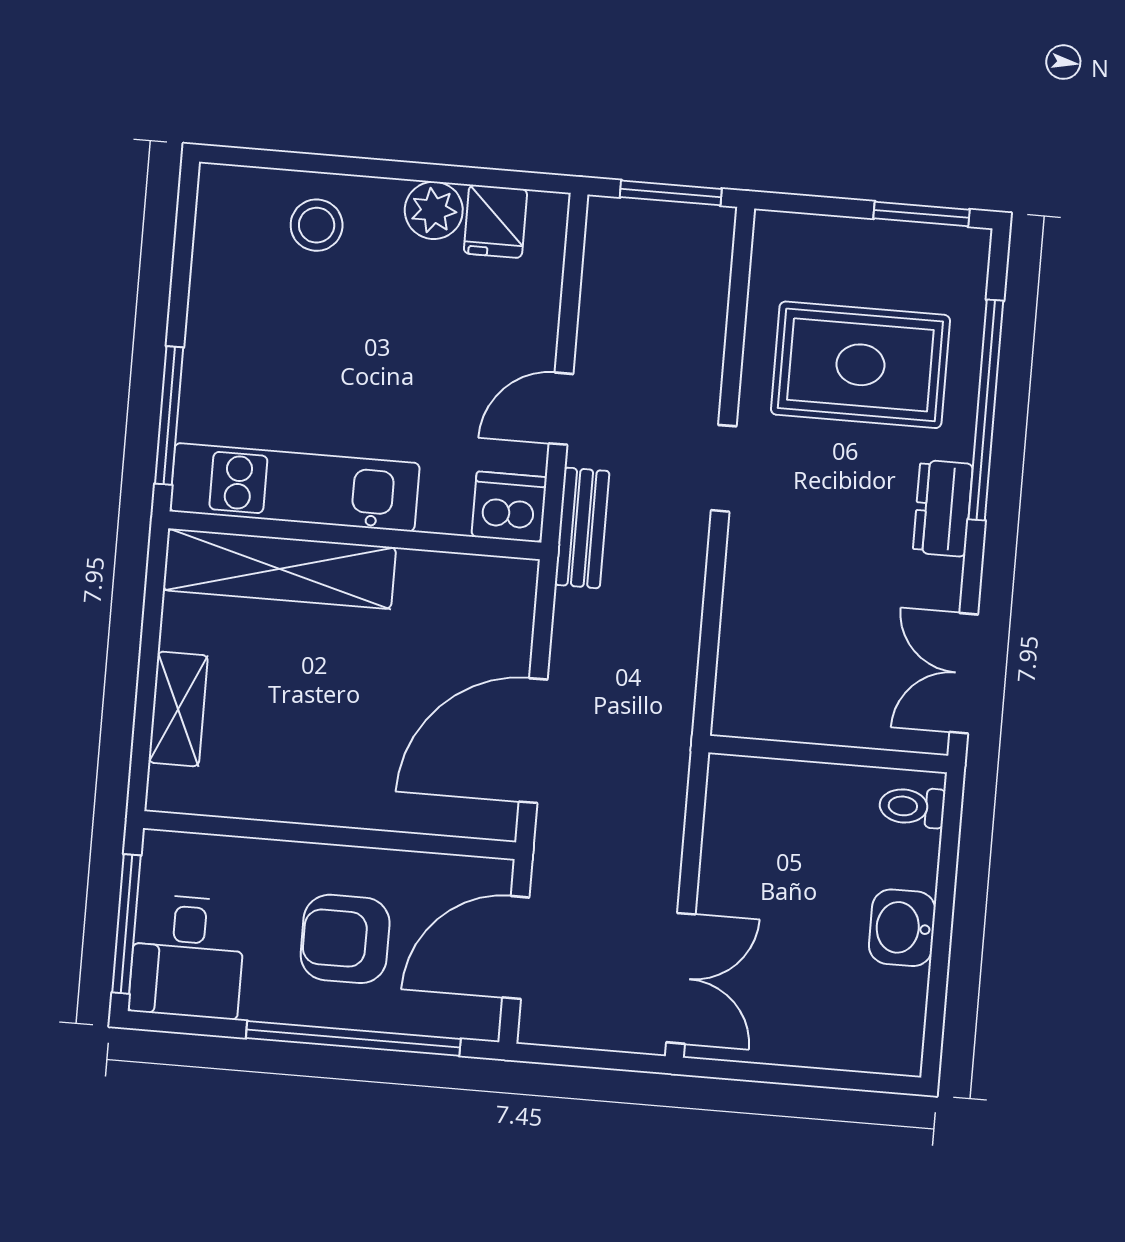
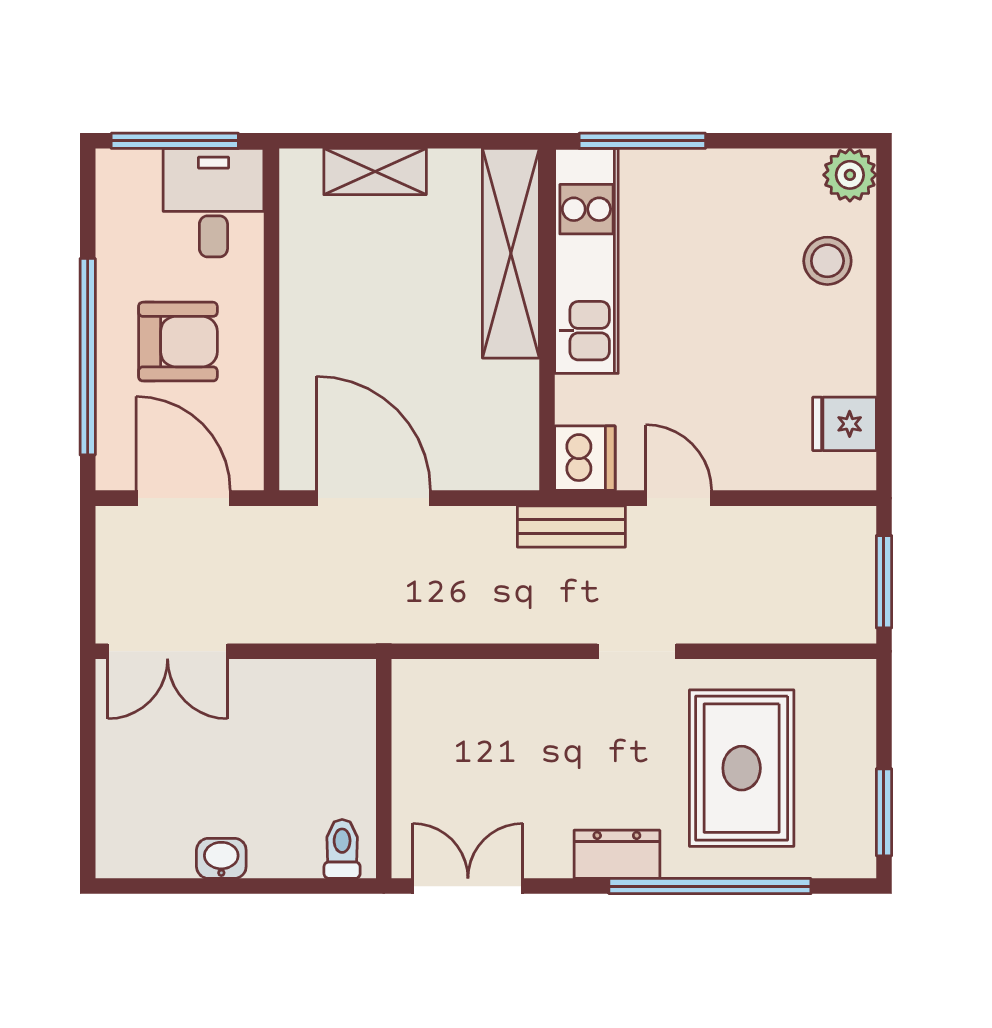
plant: (434, 210) -> (850, 175), moved
washbasin: (902, 928) -> (221, 858), width x0.72, depth x0.69
armchair: (345, 939) -> (178, 342), turned 90
desk: (187, 957) -> (213, 203), moved, turned 90

